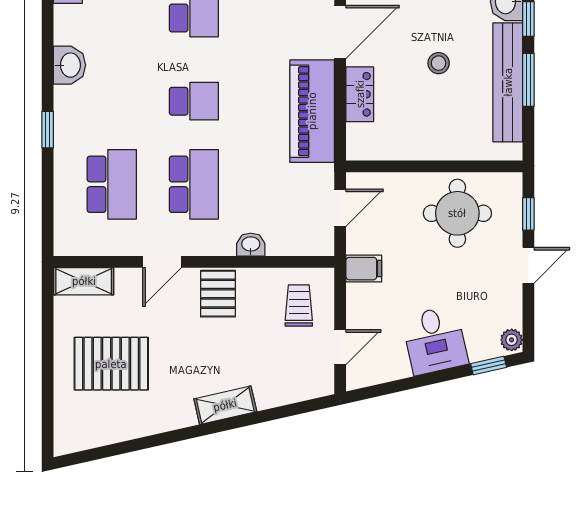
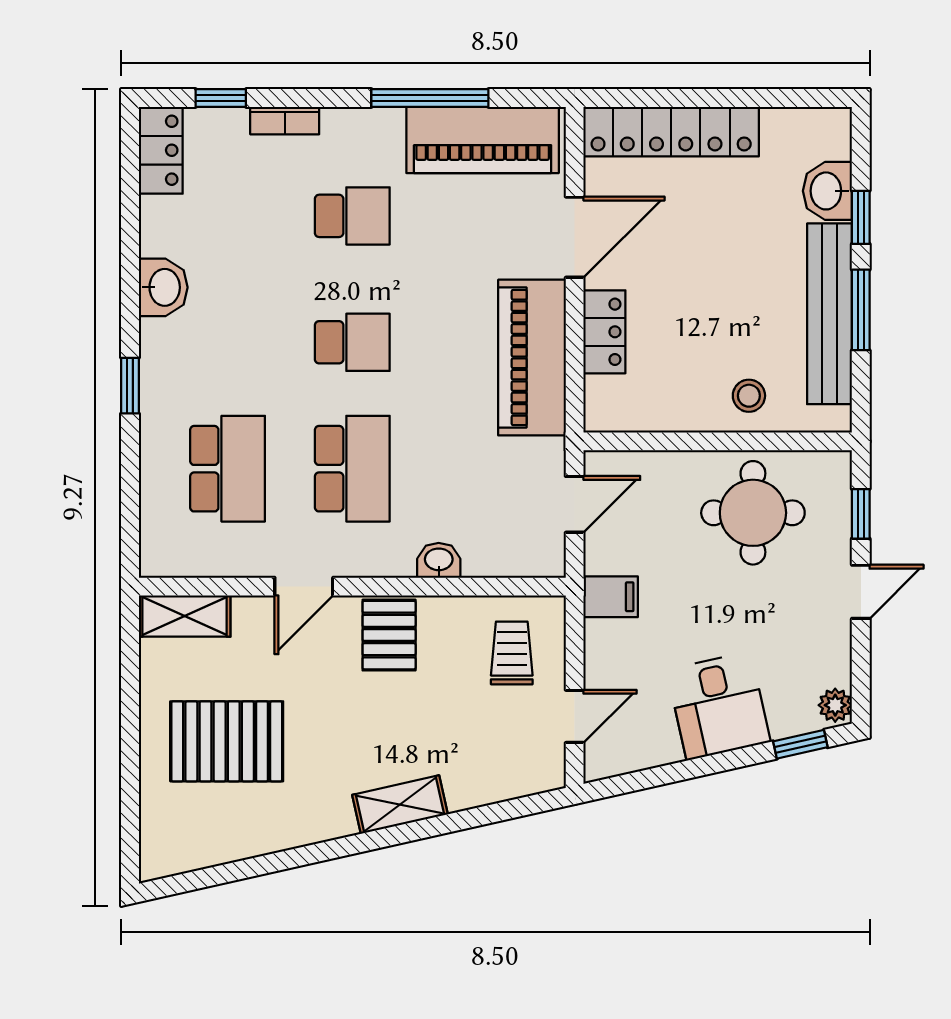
stool: (439, 63) -> (749, 396), moved

